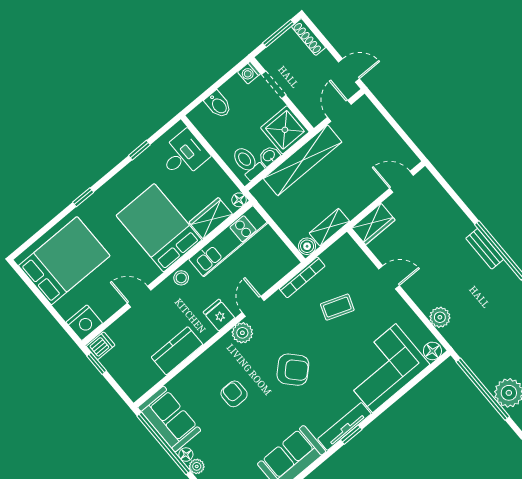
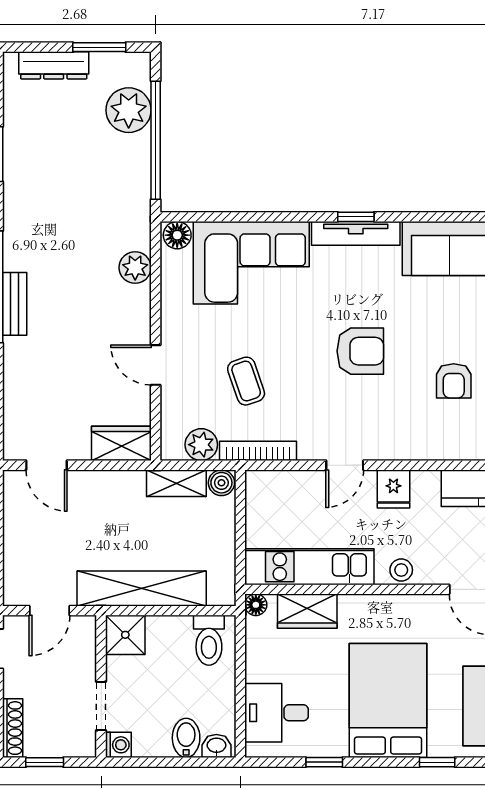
window: (278, 33) -> (45, 762), width x0.67
shower: (285, 130) -> (125, 635), width x0.73, depth x0.73
washbasin: (269, 156) -> (216, 746), moved, turned 180
bed: (159, 228) -> (388, 700), moved, turned 180
coffee table: (337, 307) -> (246, 381), turned 51
plant: (242, 333) -> (201, 445), moved
armchair: (293, 370) -> (360, 351), turned 133

